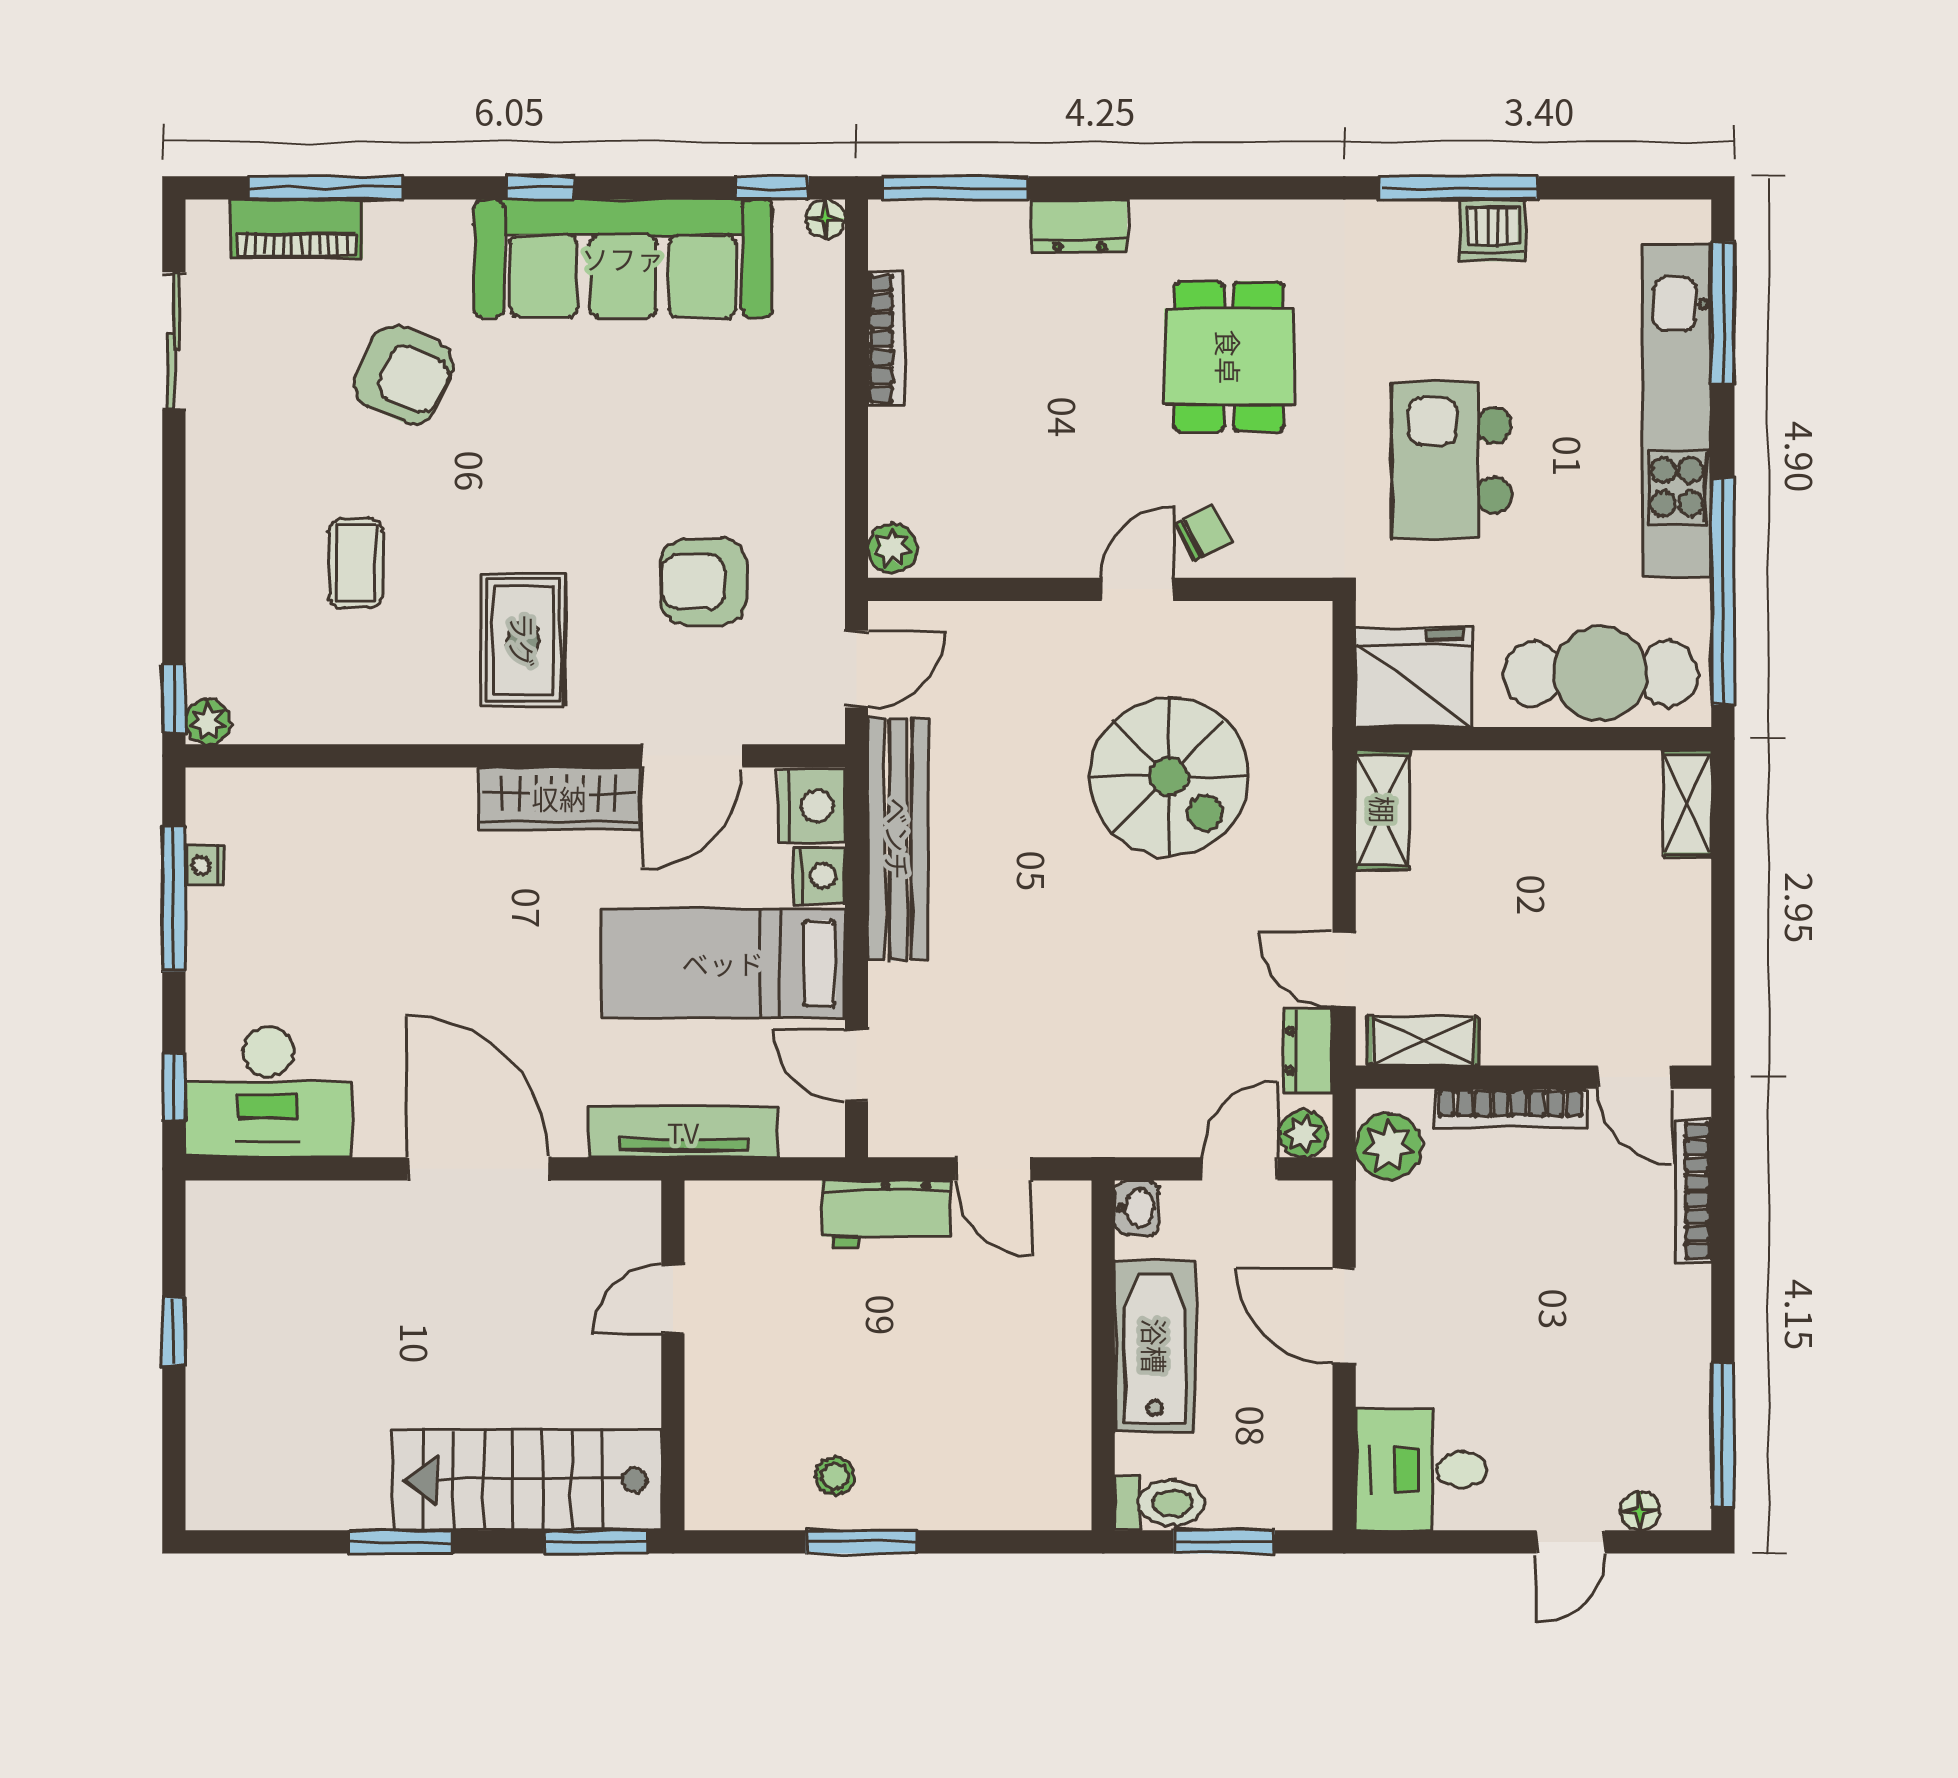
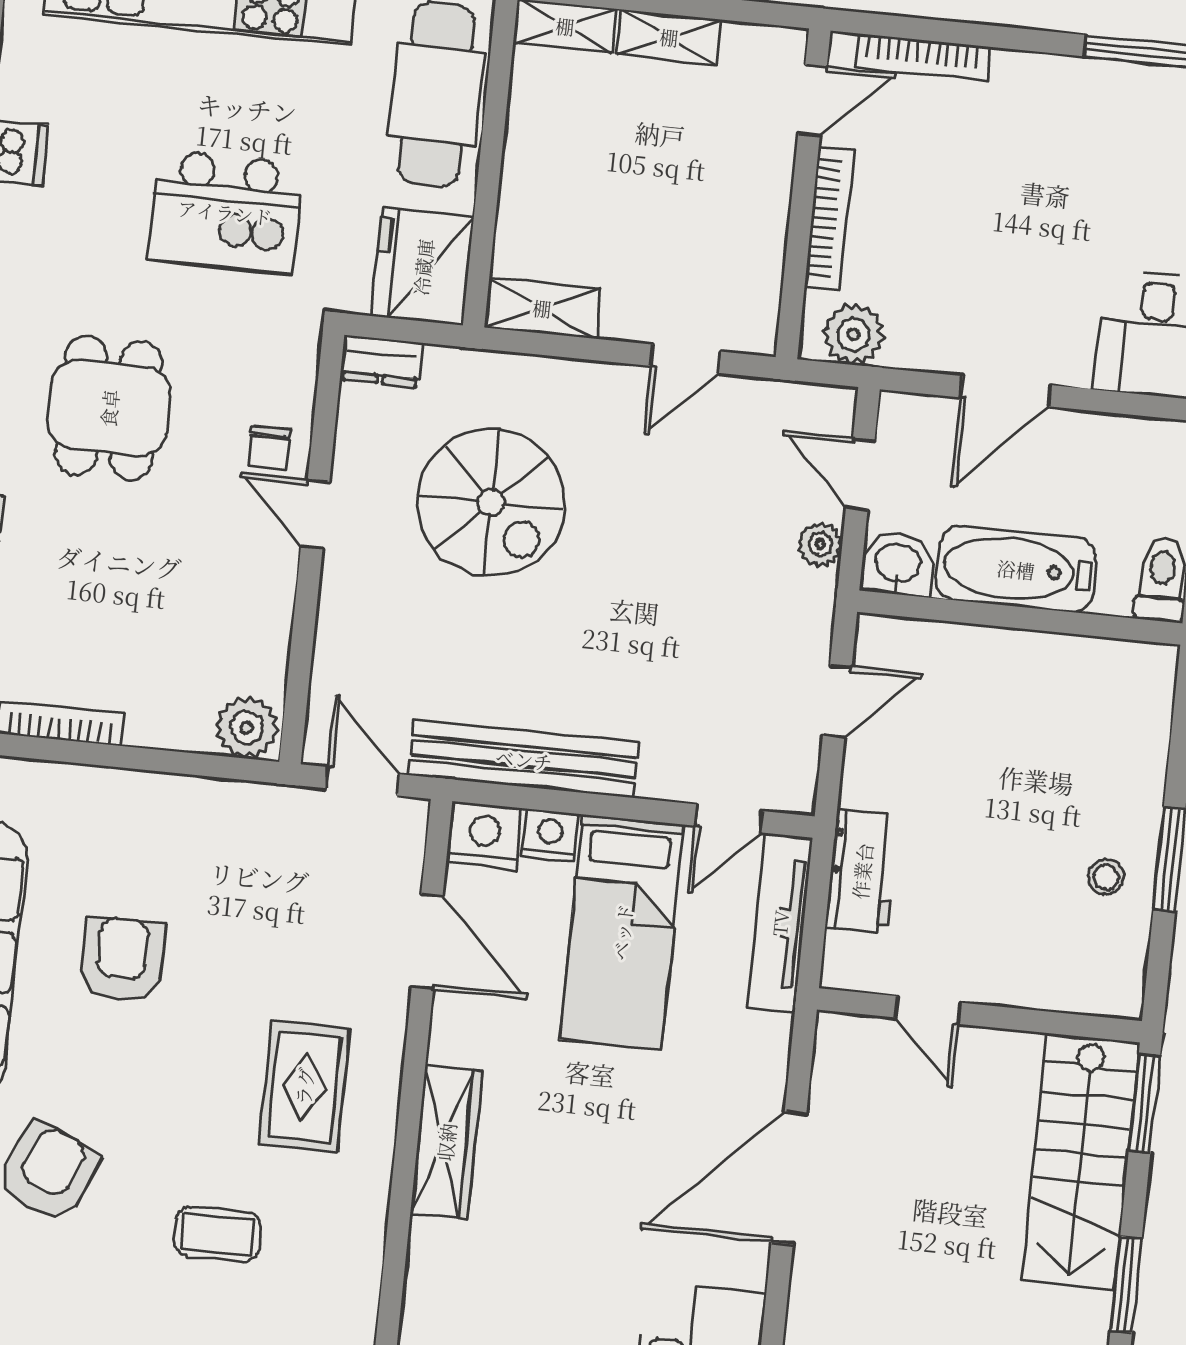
dining table: (1229, 357) -> (109, 408), turned 90
chair: (1203, 533) -> (269, 448), turned -152
plant: (892, 548) -> (247, 727), width x1.38, depth x1.38
armchair: (704, 582) -> (122, 960), moved, turned 180
rug: (523, 640) -> (304, 1086), turned 90
spiral stairs: (1169, 776) -> (491, 502), turned 90
wardrobe: (559, 798) -> (446, 1142), moved
shelving: (1423, 1041) -> (669, 37), moved, turned 90
dresser: (1309, 1051) -> (381, 361), moved
tv unit: (683, 1132) -> (780, 923), moved
plant: (1303, 1134) -> (820, 544), moved
washbasin: (1137, 1208) -> (897, 564), width x1.38, depth x1.45
workbench: (886, 1214) -> (862, 871), moved

